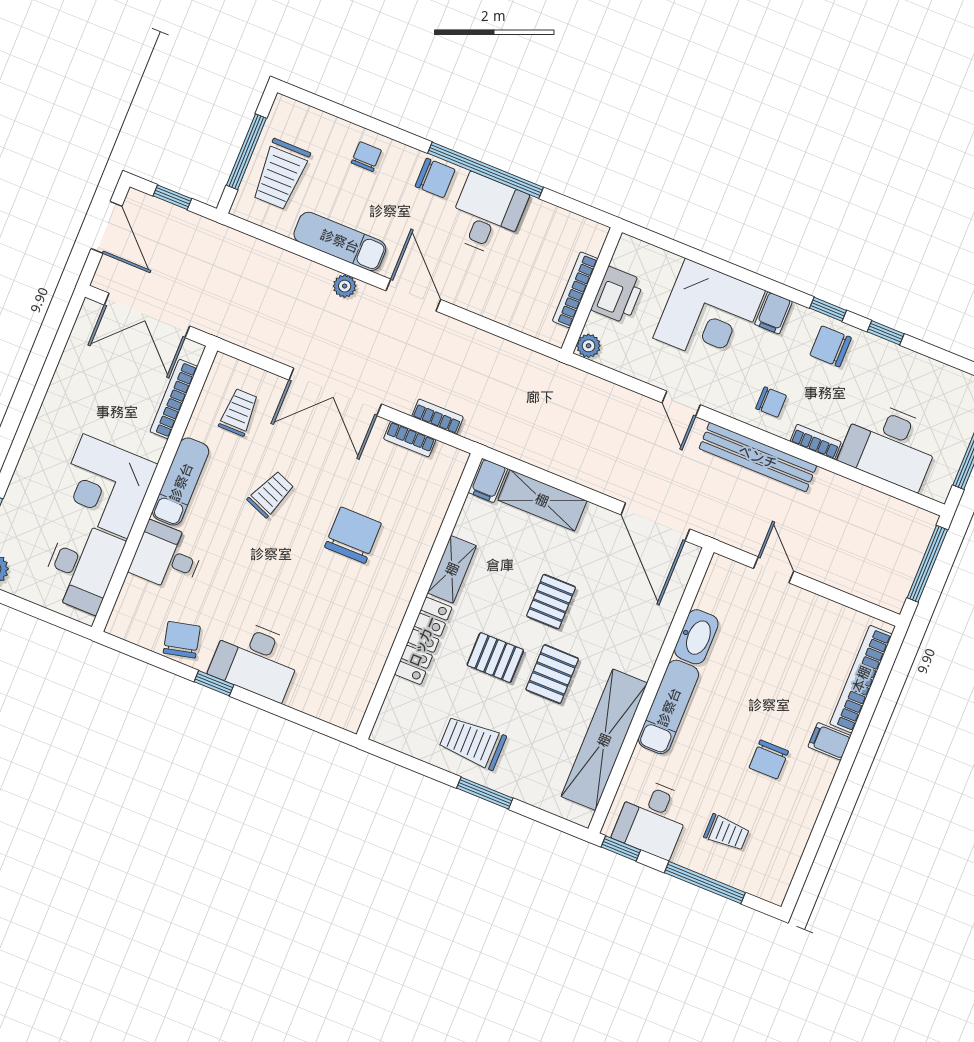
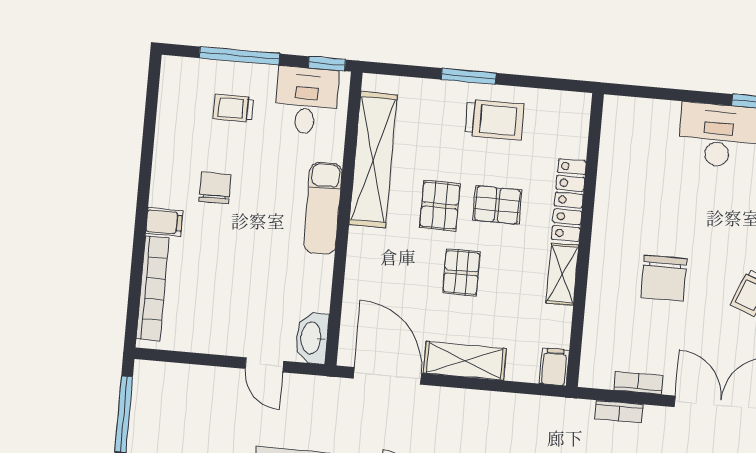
shelving: (542, 500) -> (465, 361), moved
washbasin: (696, 637) -> (312, 338), moved

